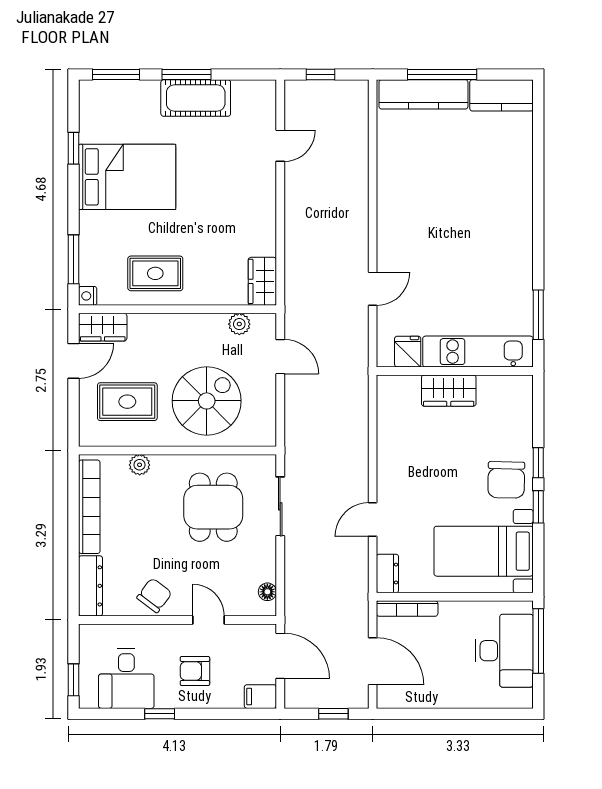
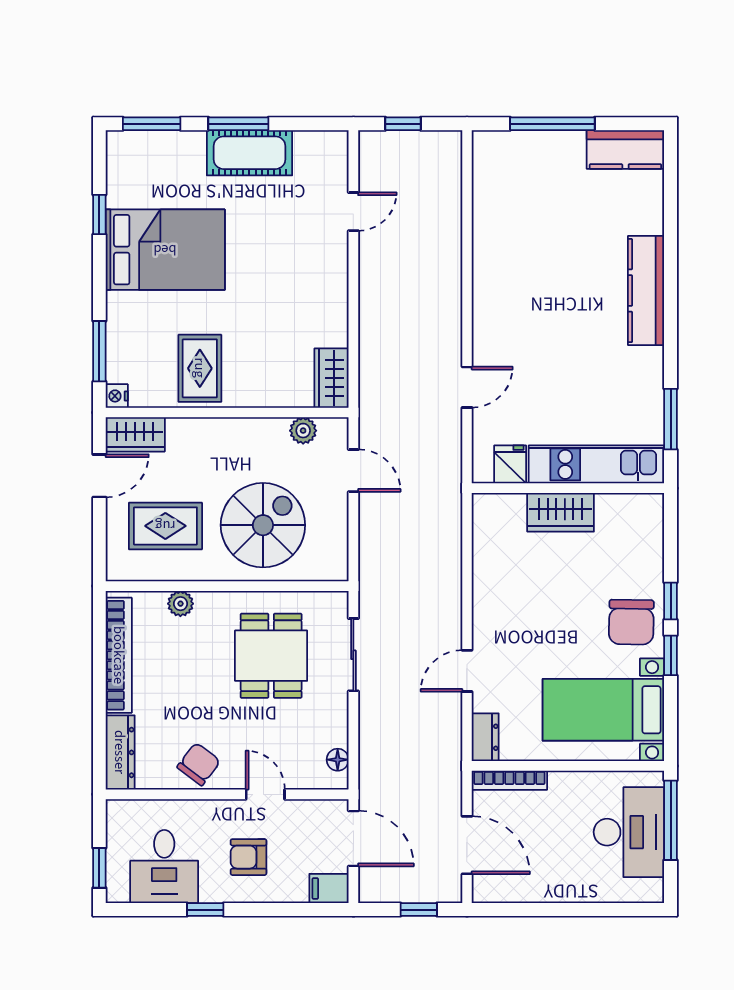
kitchen counter: (423, 94) -> (646, 291), moved, turned 90
rug: (155, 273) -> (200, 368), turned 90

